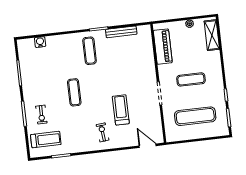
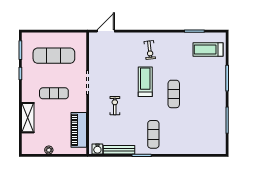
shelving: (212, 35) -> (28, 118), moved
water cooler: (40, 42) -> (97, 149), moved
treadmill: (121, 110) -> (145, 82), moved, turned 180
exercise bike: (41, 115) -> (115, 106), moved
door: (148, 146) -> (106, 31), swing flipped

